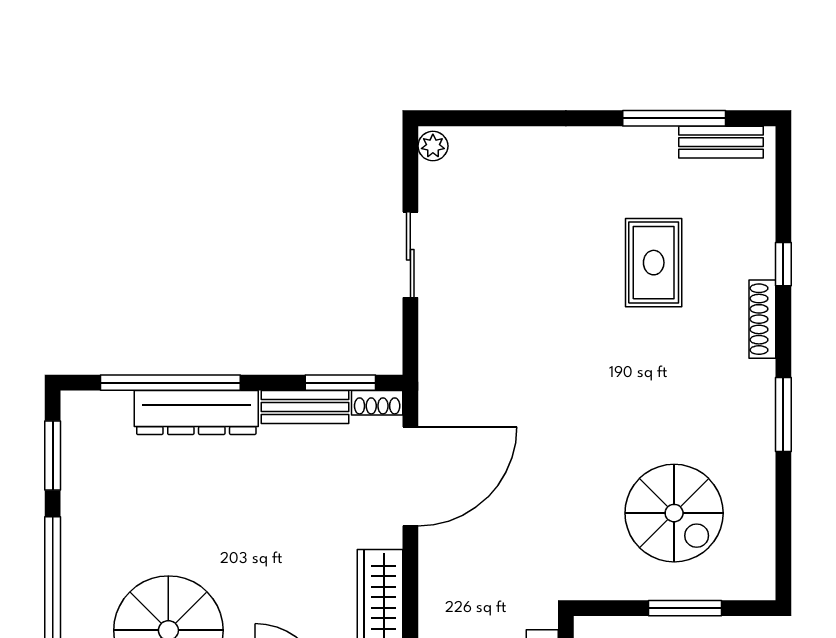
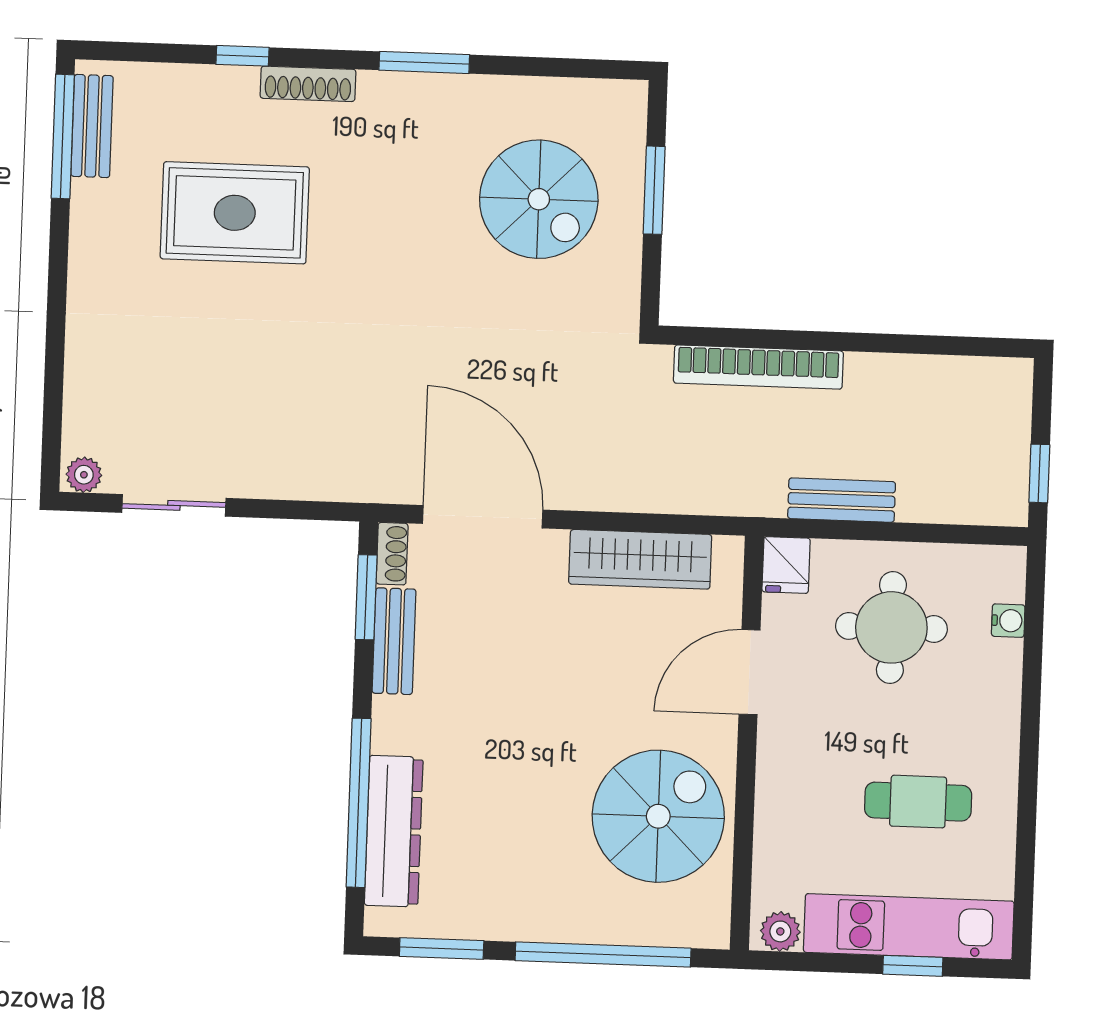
window: (674, 118) -> (63, 136), moved
sliding door: (410, 255) -> (174, 505), moved
rug: (654, 263) -> (235, 213), width x1.36, depth x1.43
dresser: (196, 412) -> (394, 831), moved
spiral stairs: (674, 513) -> (539, 199), turned 90

